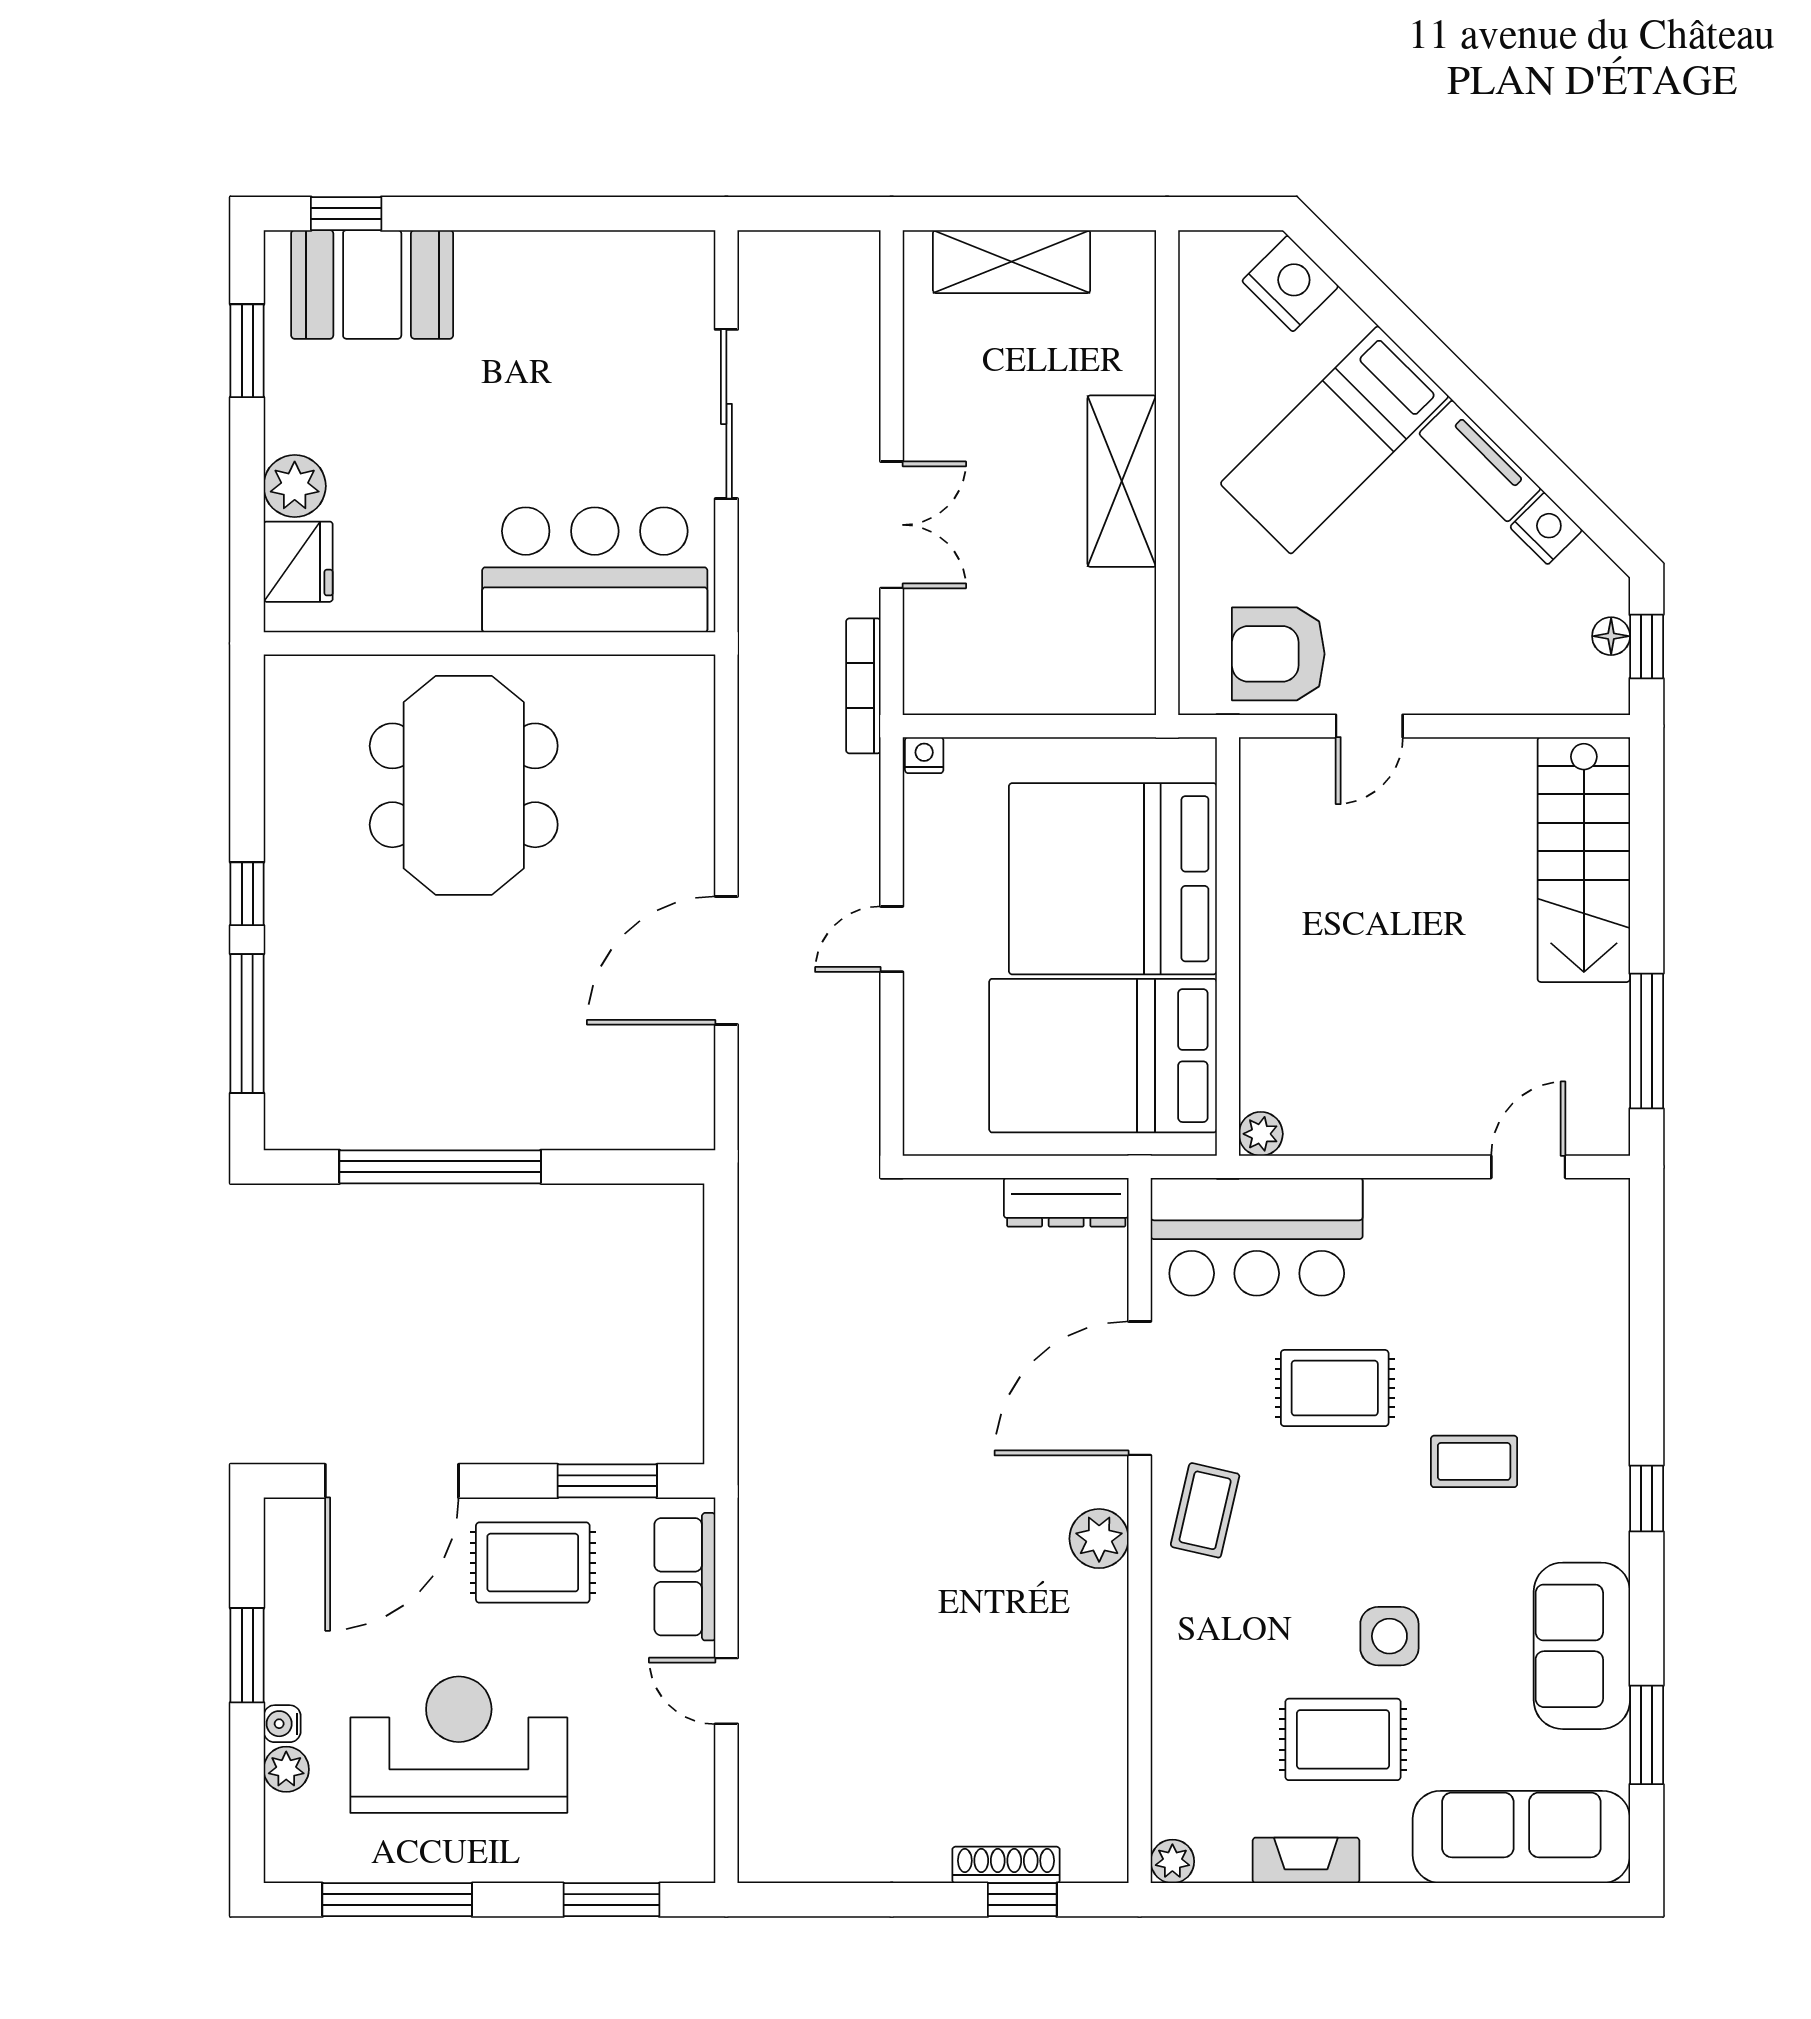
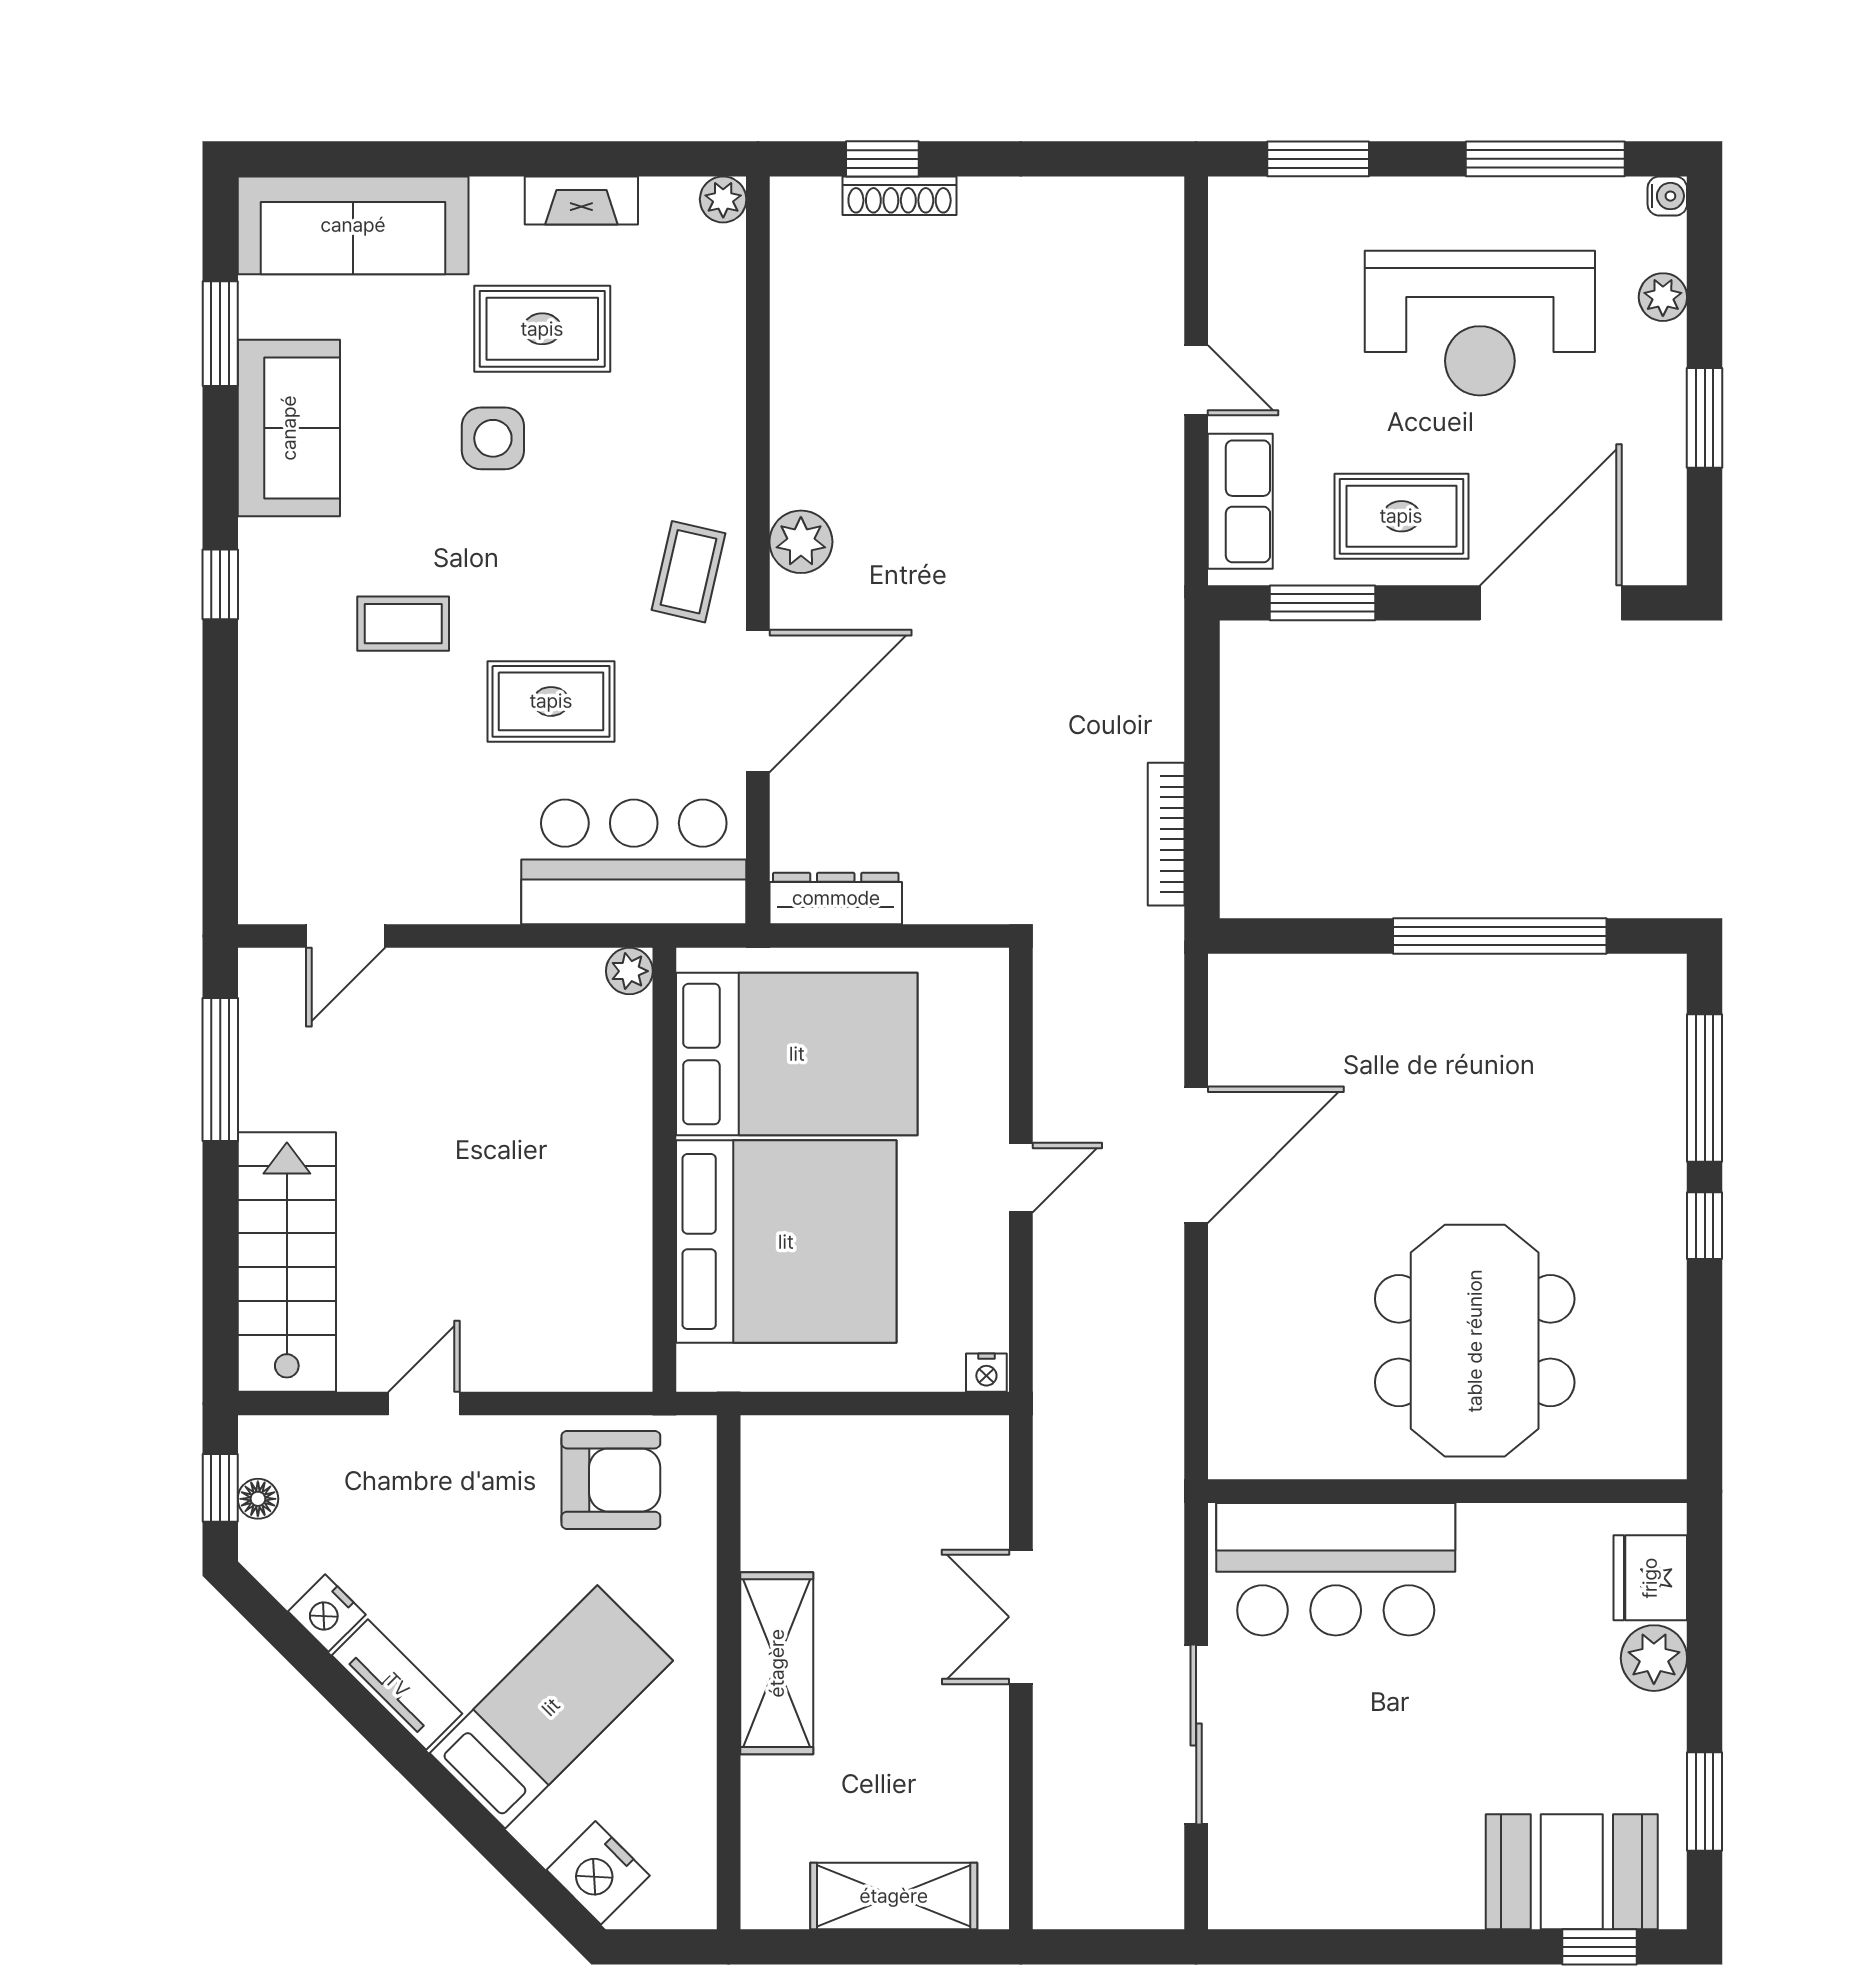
bookcase: (863, 686) -> (1166, 834), moved, turned 180
door: (1369, 726) -> (424, 1403), moved
water cooler: (282, 1724) -> (1667, 196), moved

